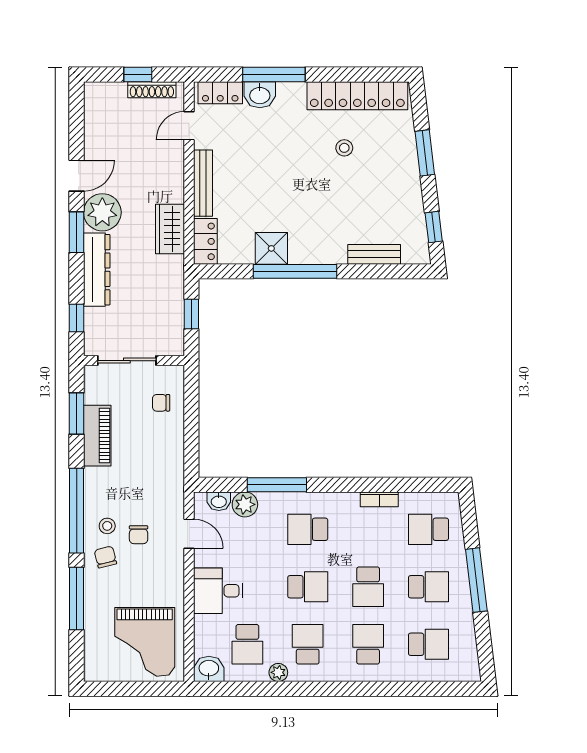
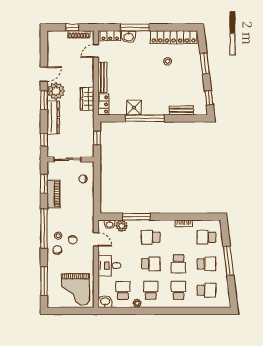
window: (77, 599) -> (44, 281), moved
school desk: (247, 644) -> (123, 290), turned 180

